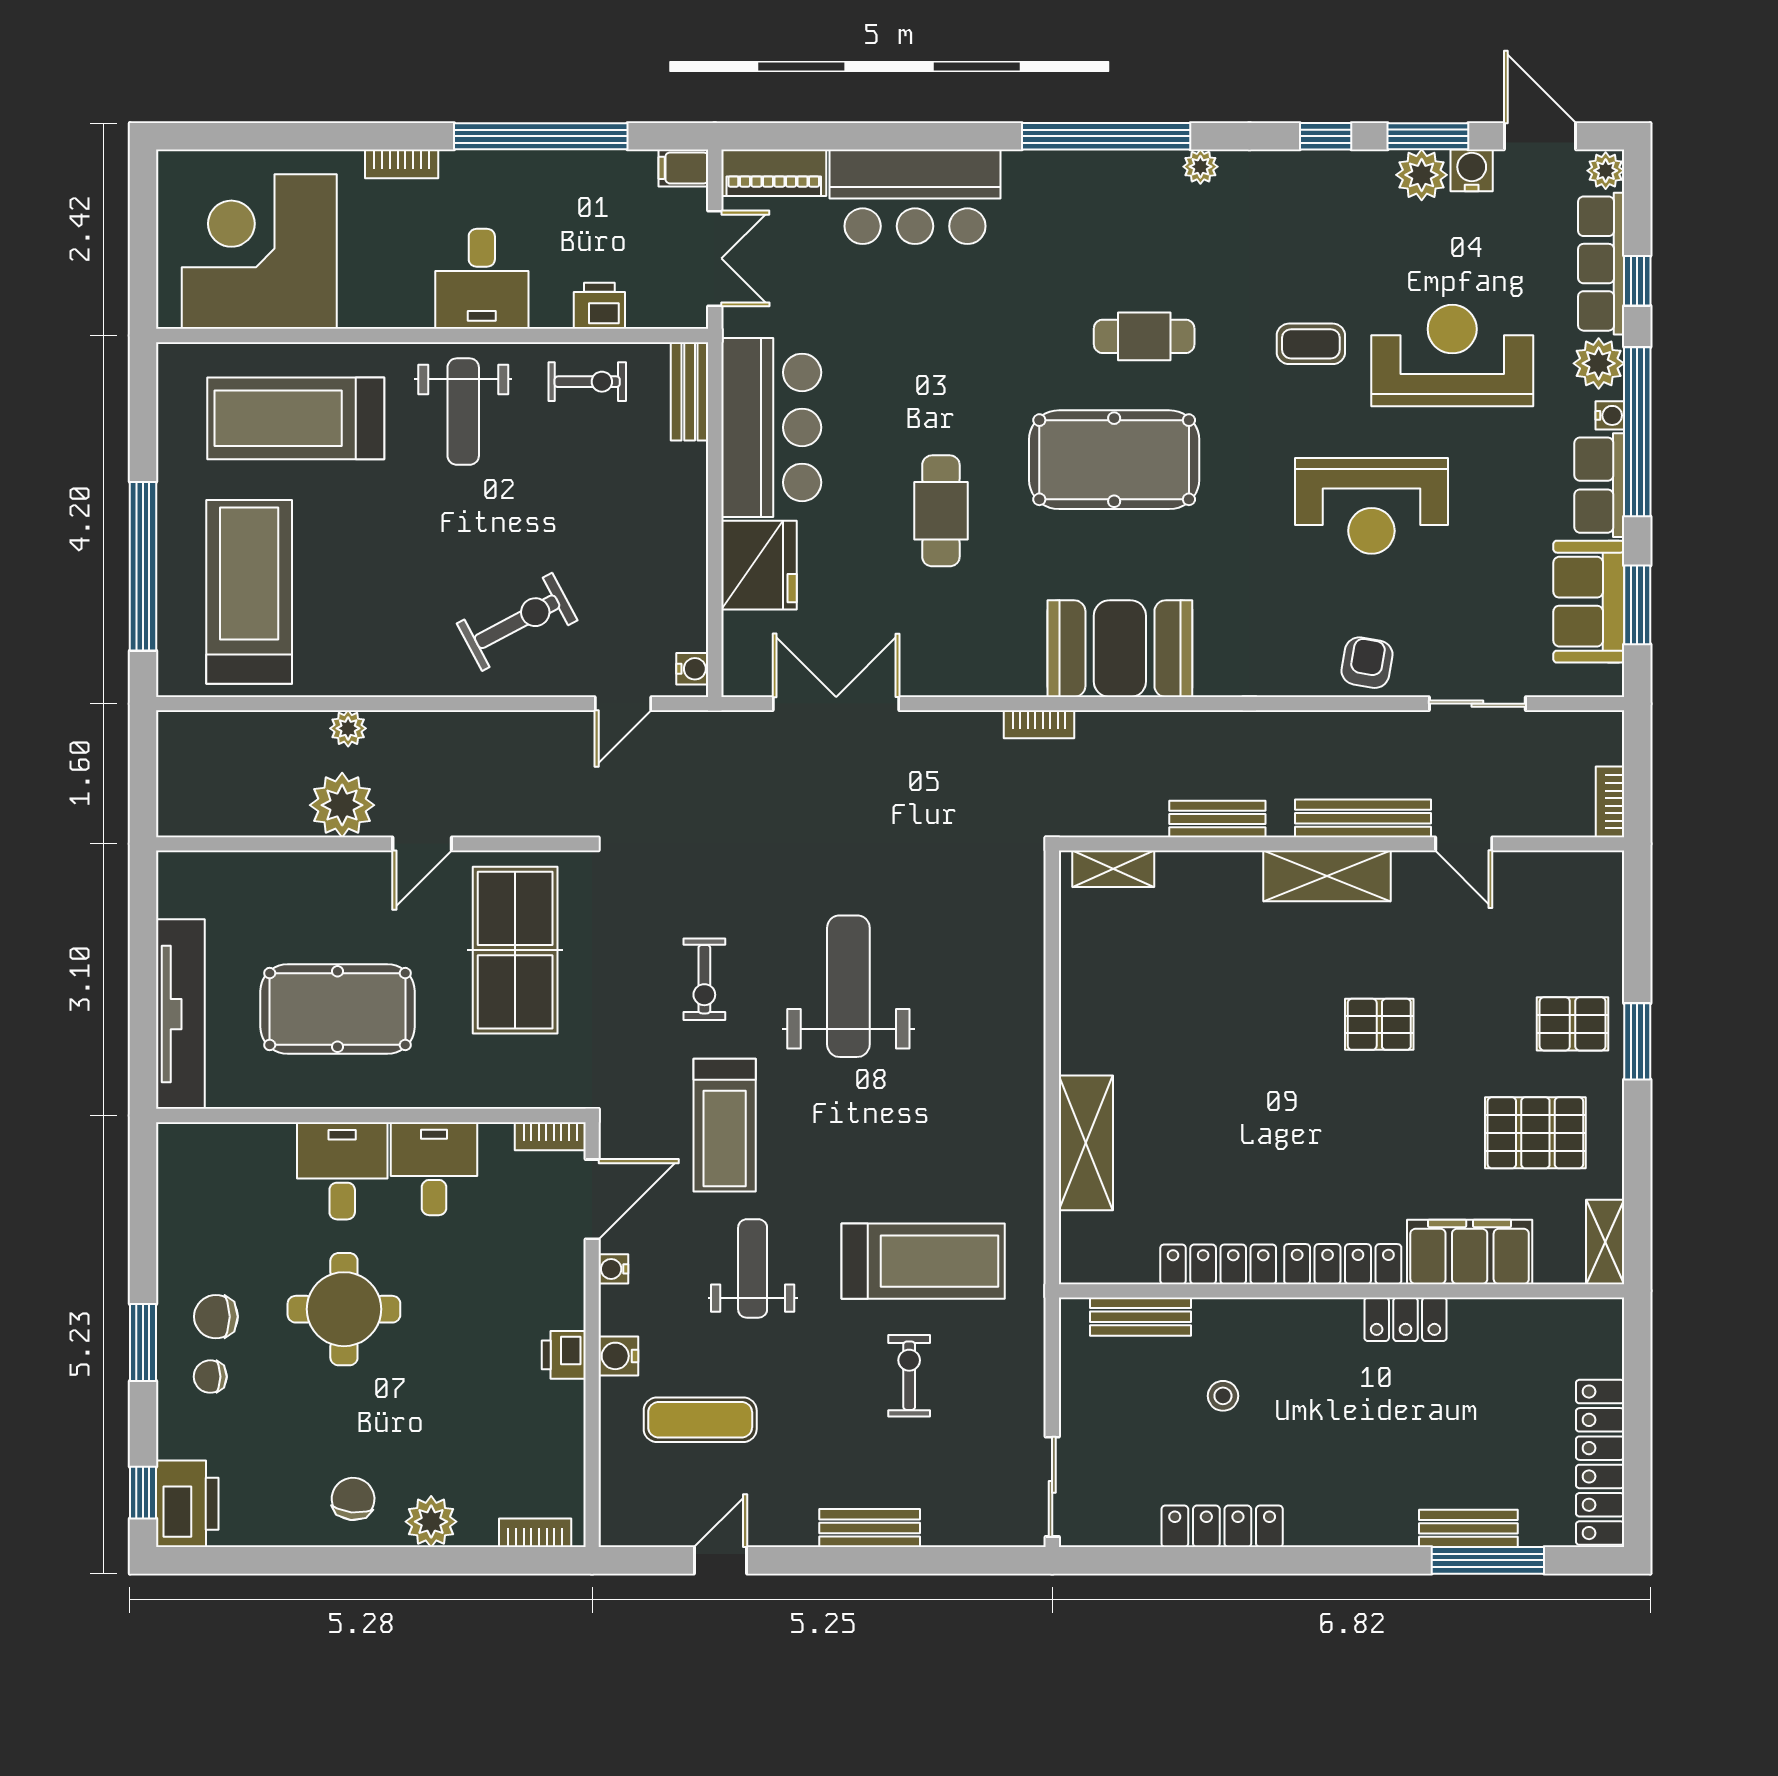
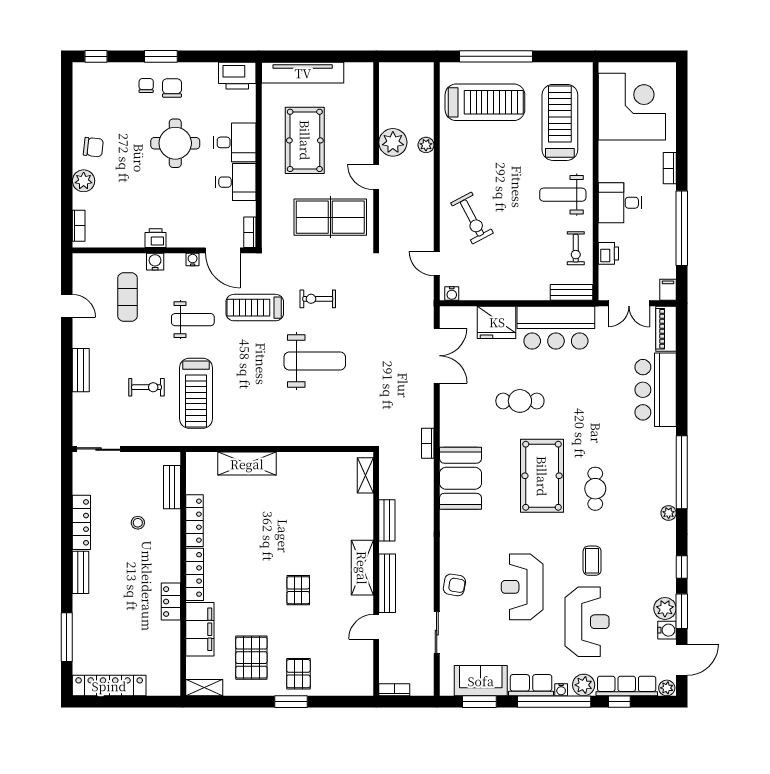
printer: (187, 1504) -> (237, 76), moved
bench: (1468, 1528) -> (81, 572), moved

